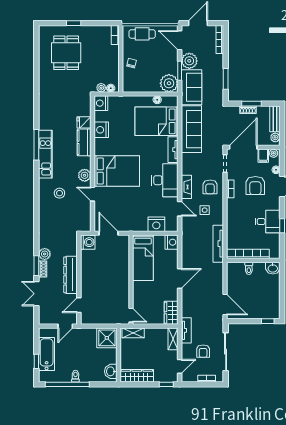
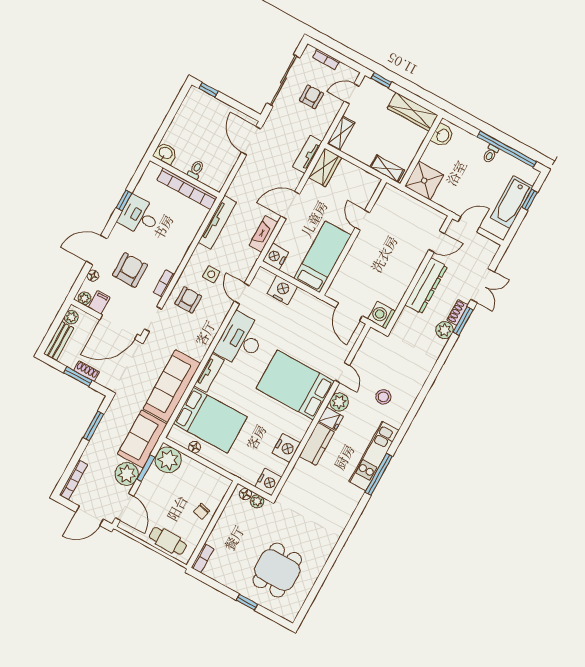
fridge: (84, 122) -> (331, 419), moved
fireplace: (186, 187) -> (263, 234), moved
door: (131, 315) -> (362, 220), moved
tv unit: (186, 330) -> (308, 154), moved

